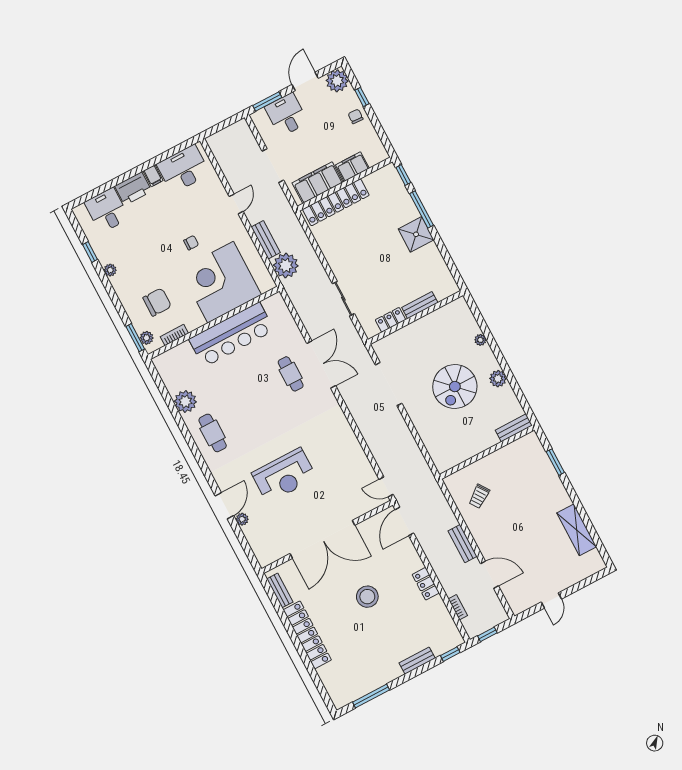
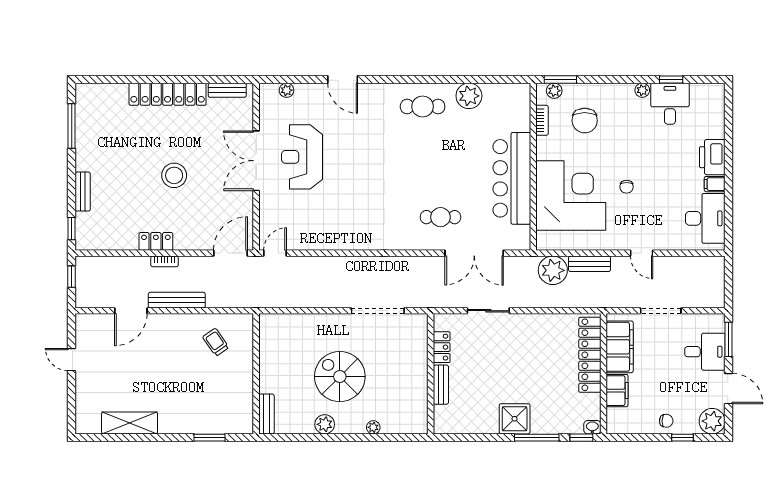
washbasin: (391, 171) -> (592, 427), added
desk: (107, 210) -> (670, 104), moved, turned -90
double door: (321, 364) -> (474, 253), moved
reception desk: (284, 475) -> (302, 157), moved
plant: (242, 519) -> (287, 90), moved
door: (404, 521) -> (230, 253), hinge flipped
double door: (322, 539) -> (256, 161), width x0.73
bench: (462, 544) -> (177, 300), width x1.36
bookcase: (458, 607) -> (165, 261), moved

